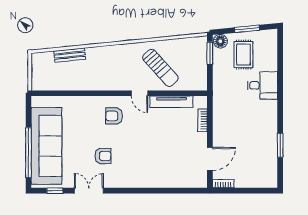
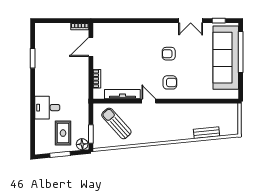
sun lounger: (160, 68) -> (116, 123), moved
armchair: (103, 156) -> (169, 54), moved

